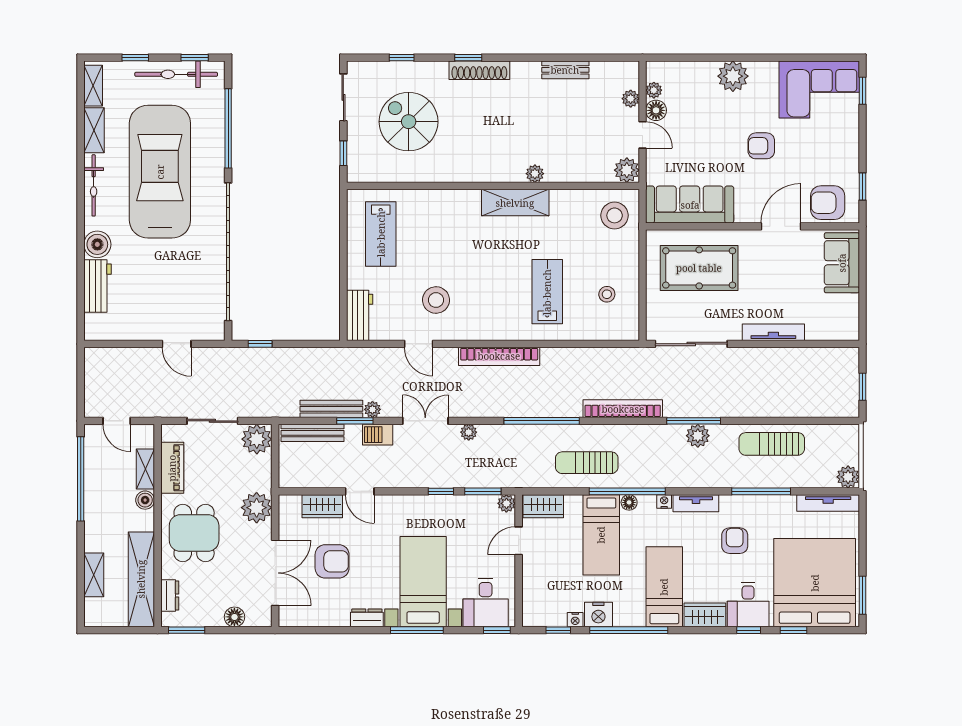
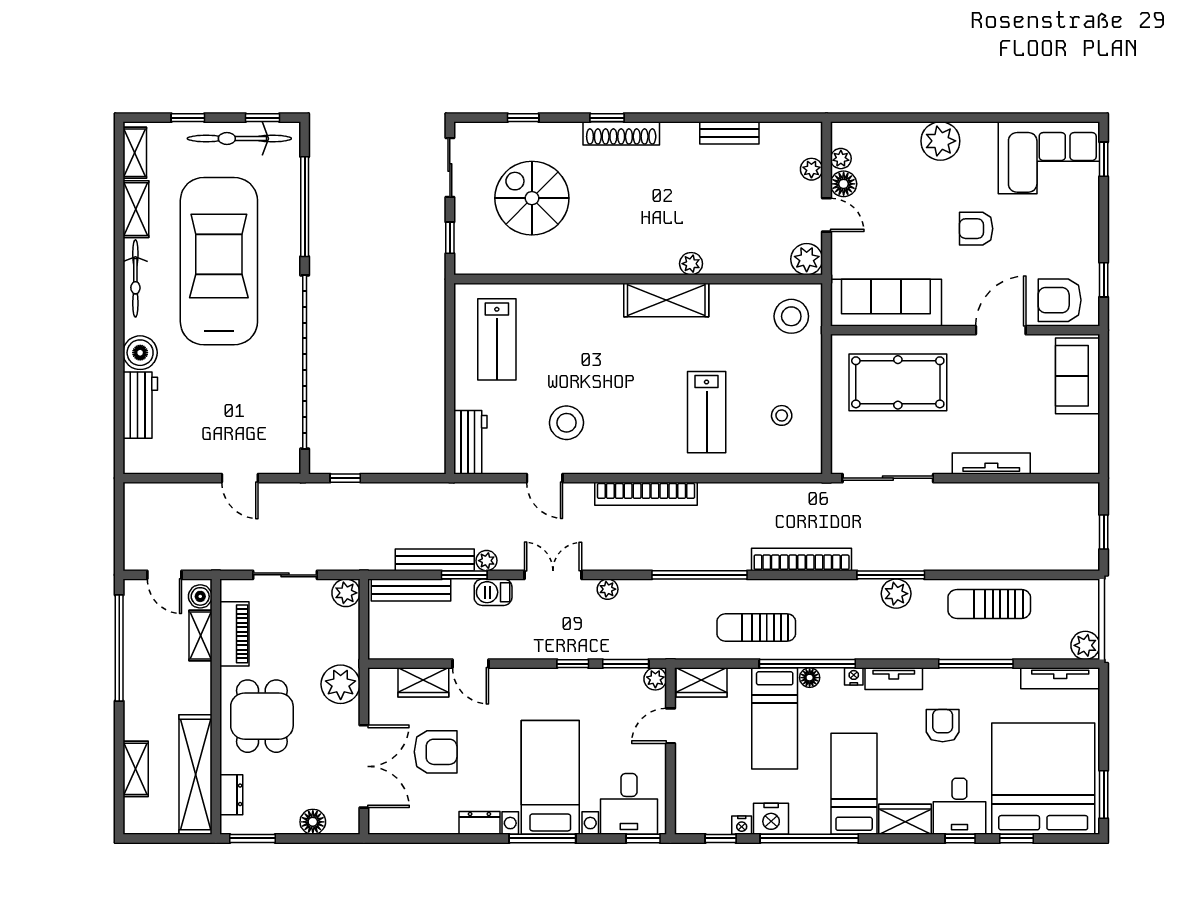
lab bench: (547, 292) -> (707, 412), turned 180
plant: (257, 439) -> (346, 593), width x0.73, depth x0.73
boiler: (145, 500) -> (200, 596), moved

